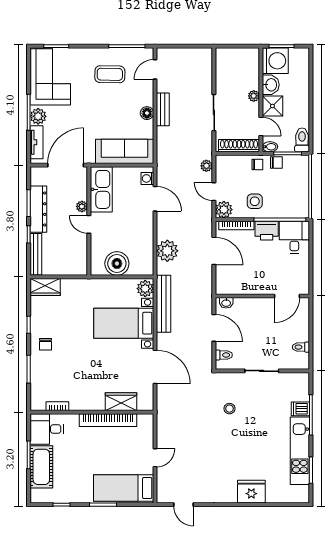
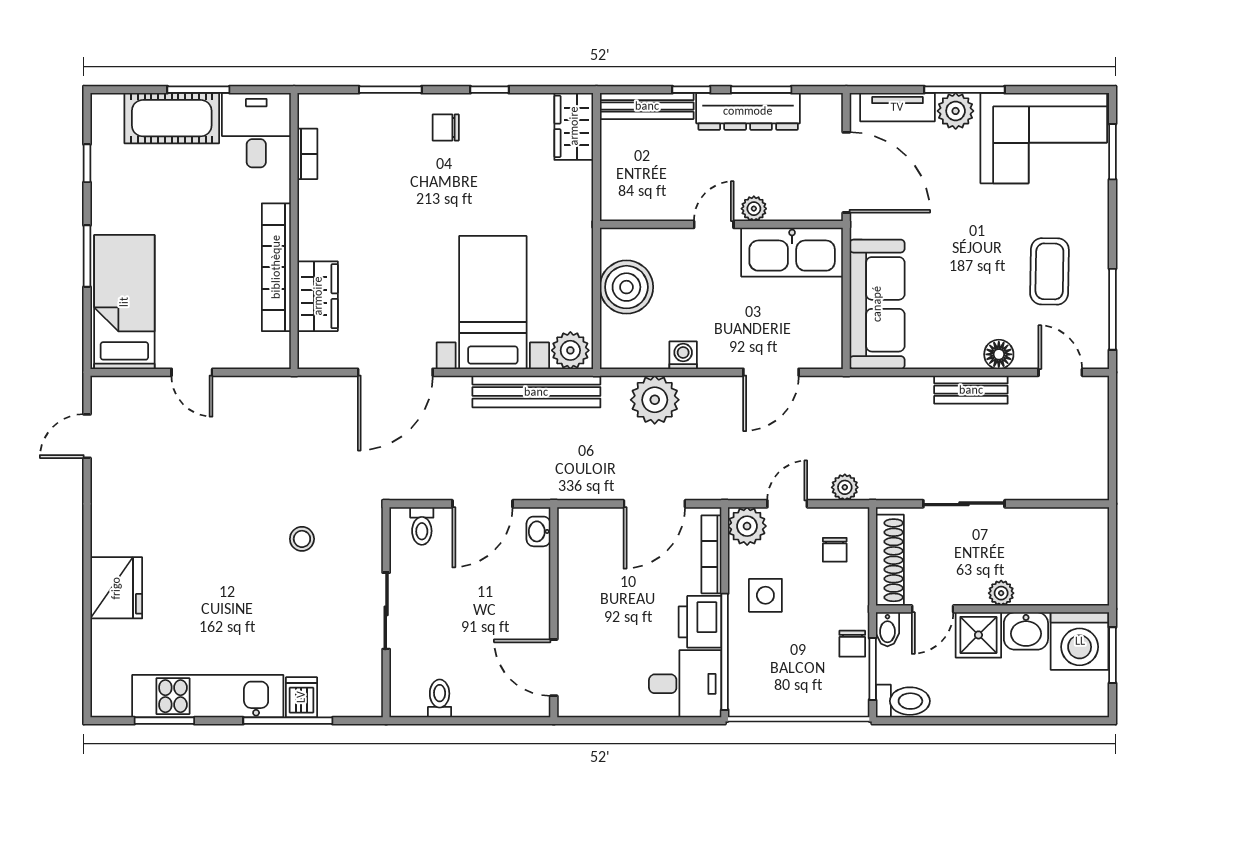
floor lamp: (147, 113) -> (999, 354), moved
chair: (257, 164) -> (835, 550), moved
washing machine: (147, 178) -> (683, 355), moved

